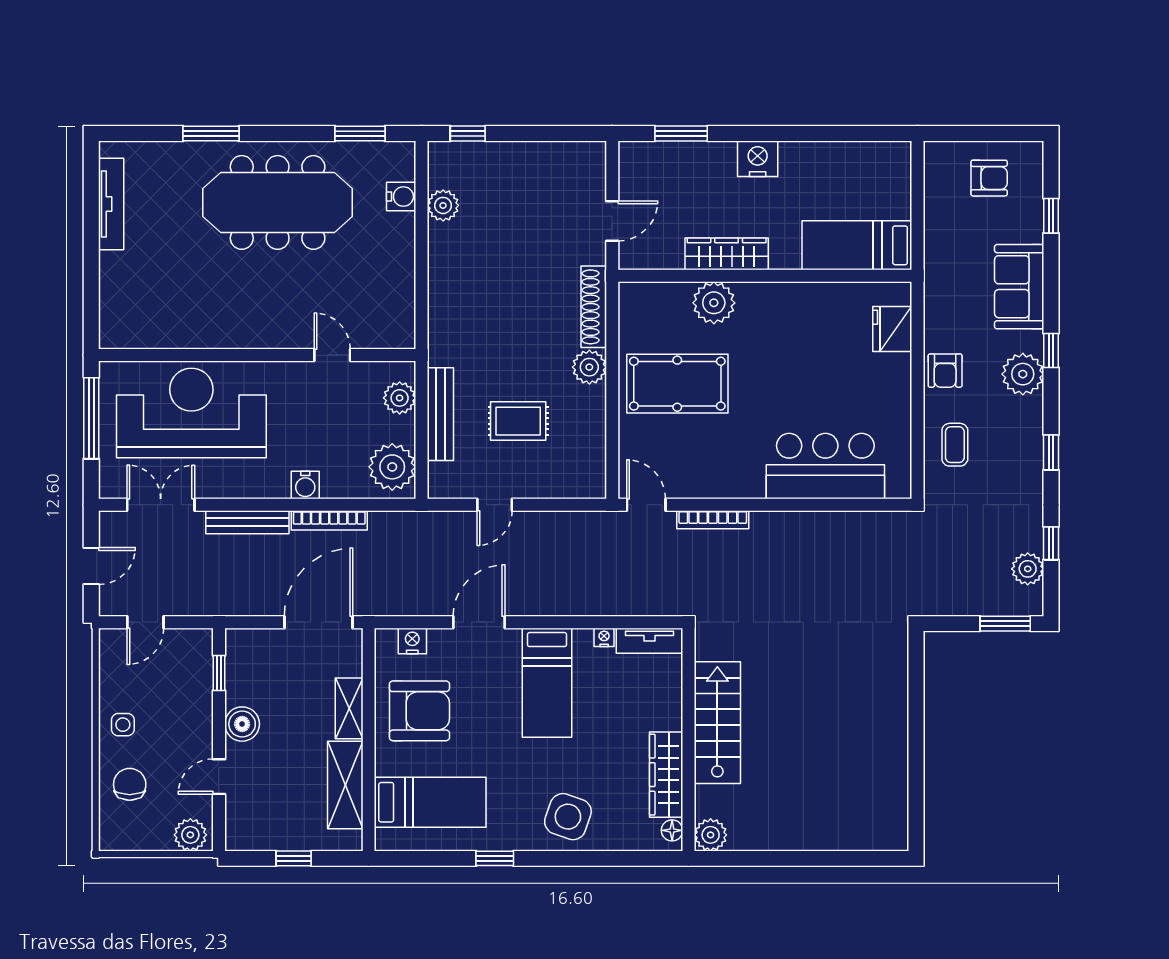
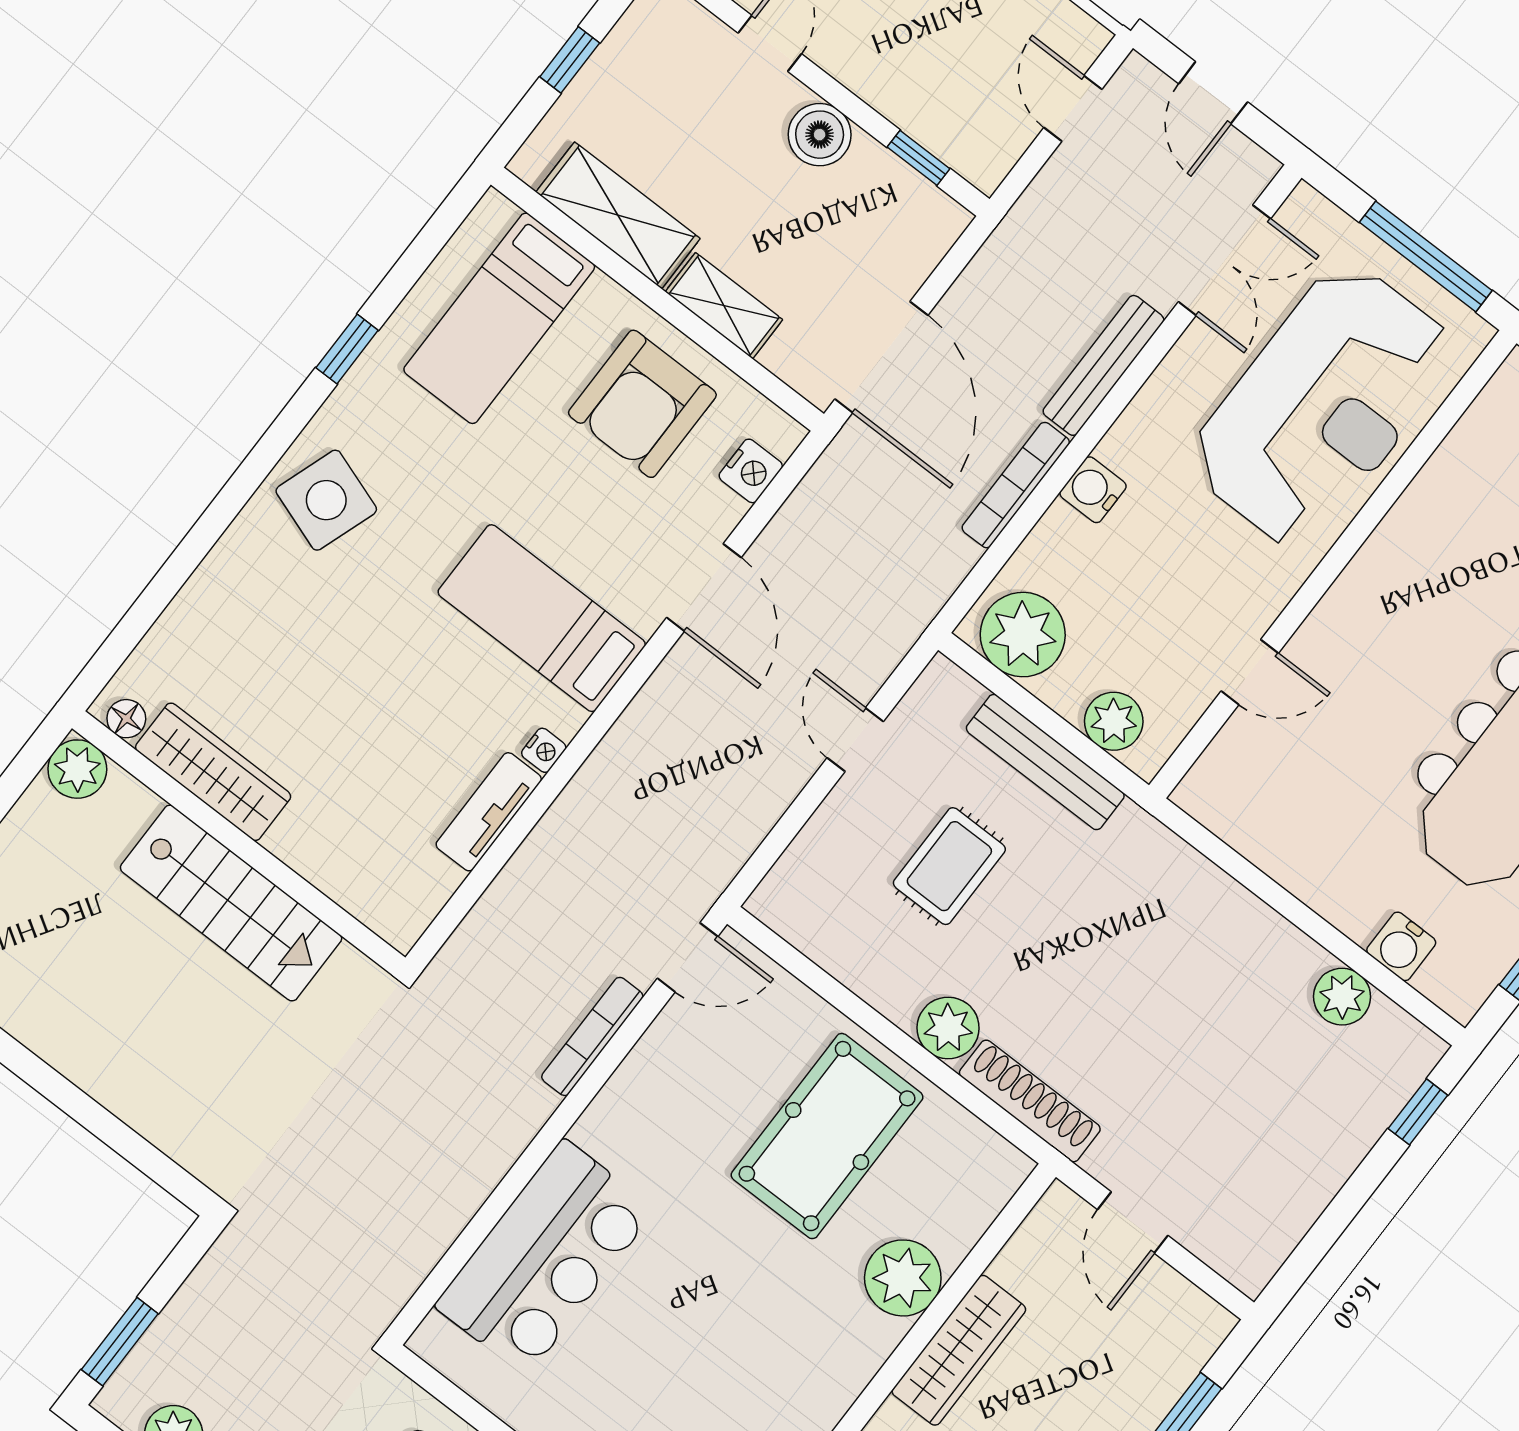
stairs: (717, 723) -> (231, 903), moved
wall: (689, 740) -> (239, 843), moved
wardrobe: (666, 775) -> (213, 772), moved
floor lamp: (672, 830) -> (126, 719), moved
plant: (711, 835) -> (77, 769), moved

